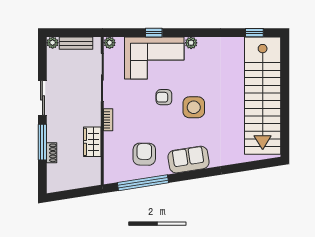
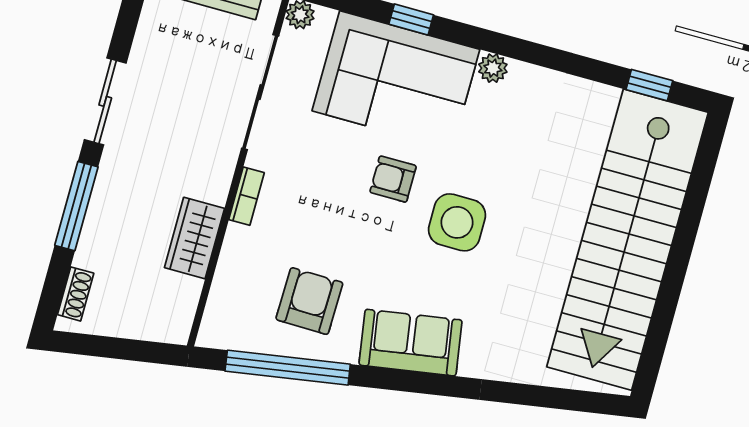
shoe rack: (52, 153) -> (76, 294), moved

